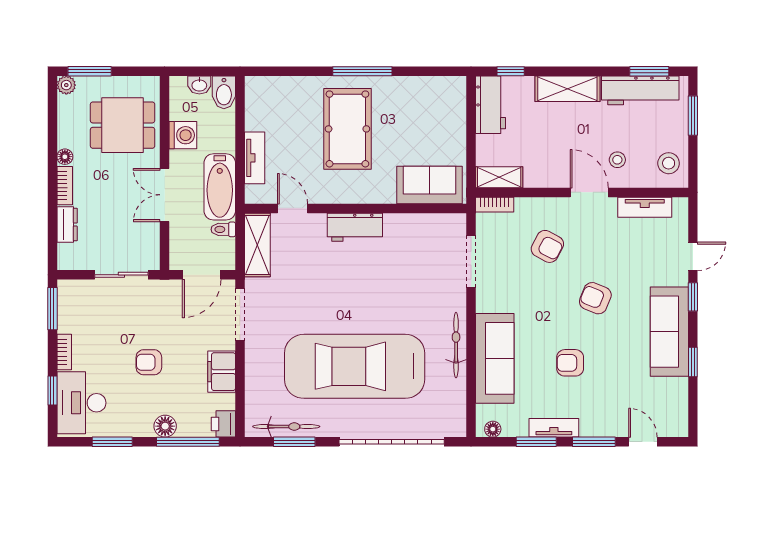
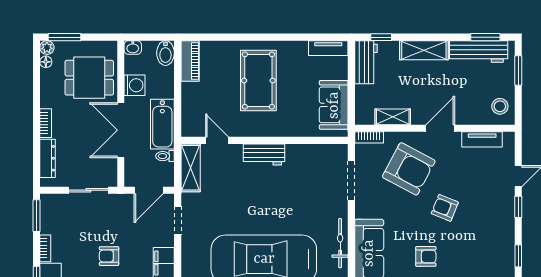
window: (362, 71) -> (270, 37), removed
washbasin: (199, 85) -> (133, 47), moved
piano: (257, 103) -> (190, 61), added
floor lamp: (65, 157) -> (46, 62), moved
tv unit: (255, 158) -> (328, 48), moved, turned 90
stool: (617, 160) -> (461, 104), removed
shelving: (499, 177) -> (393, 117), moved
sofa: (430, 185) -> (334, 105), moved, turned -90
door: (589, 192) -> (440, 128), hinge flipped
double door: (165, 195) -> (121, 130), width x1.37
dresser: (67, 225) -> (47, 158), width x1.44
armchair: (547, 246) -> (409, 169), width x1.88, depth x1.88
doorway: (240, 315) -> (178, 220), width x0.73
sofa: (669, 332) -> (500, 233), removed
armchair: (570, 363) -> (426, 256), turned 180

